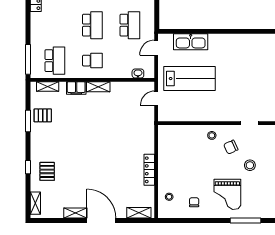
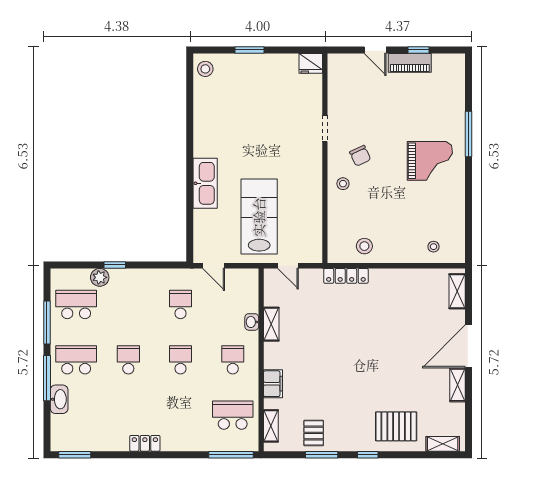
school desk: (92, 25) -> (181, 360), width x0.54
school desk: (130, 25) -> (181, 305), width x0.54
kitchen sink: (191, 42) -> (205, 183), moved
washbasin: (138, 74) -> (252, 322), moved
shelving: (98, 87) -> (271, 324), moved
stool: (250, 165) -> (364, 246), moved
window: (28, 167) -> (368, 455), moved
locker: (149, 170) -> (346, 276), moved
pallet: (47, 171) -> (396, 426), width x1.50, depth x1.42
chair: (194, 202) -> (442, 210), removed

